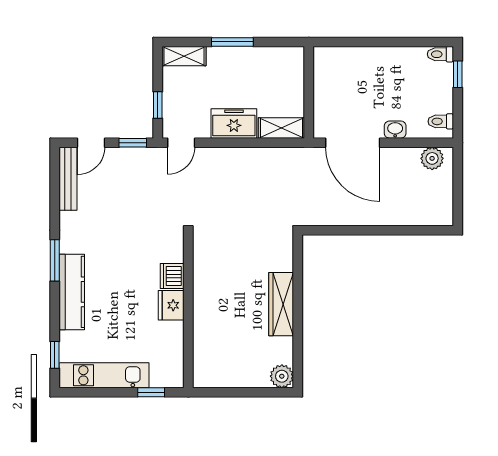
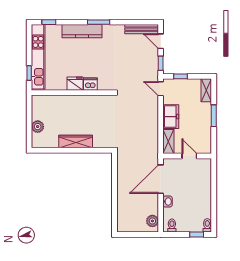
door: (309, 88) -> (189, 156), added
kitchen unit: (104, 375) -> (38, 57), width x1.36
plant: (282, 376) -> (38, 127), moved

